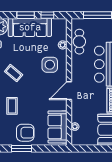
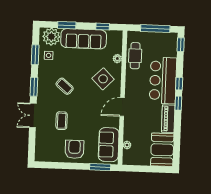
window: (26, 15) -> (67, 25), moved
side table: (50, 65) -> (103, 79), turned 45
armchair: (25, 133) -> (74, 149), turned -90
window: (21, 149) -> (100, 167), moved

